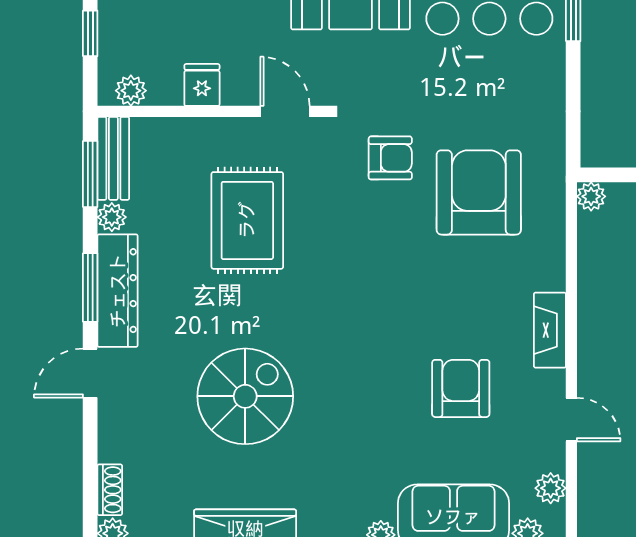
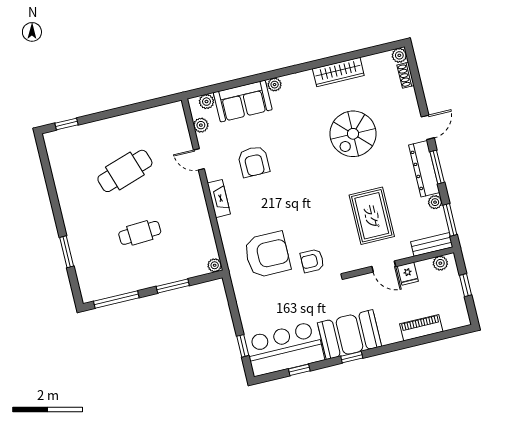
door: (285, 111) -> (384, 266), moved
bench: (113, 158) -> (432, 244), moved, turned 90
armchair: (479, 192) -> (267, 255), turned -90

